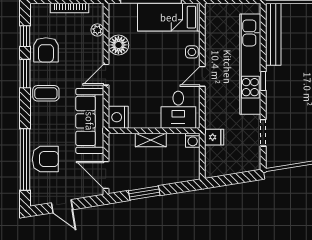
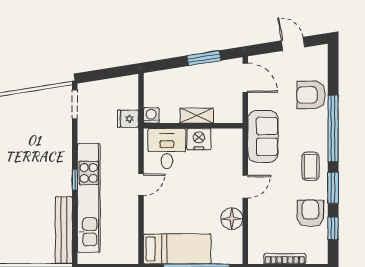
plant: (97, 30) -> (255, 235), removed
side table: (192, 52) -> (152, 211), removed
coffee table: (46, 93) -> (310, 166), turned 90
nightstand: (118, 117) -> (199, 139), moved, turned -90
sofa: (90, 121) -> (263, 136), width x0.73
doorway: (263, 133) -> (75, 104), moved
window: (25, 159) -> (333, 128), moved

